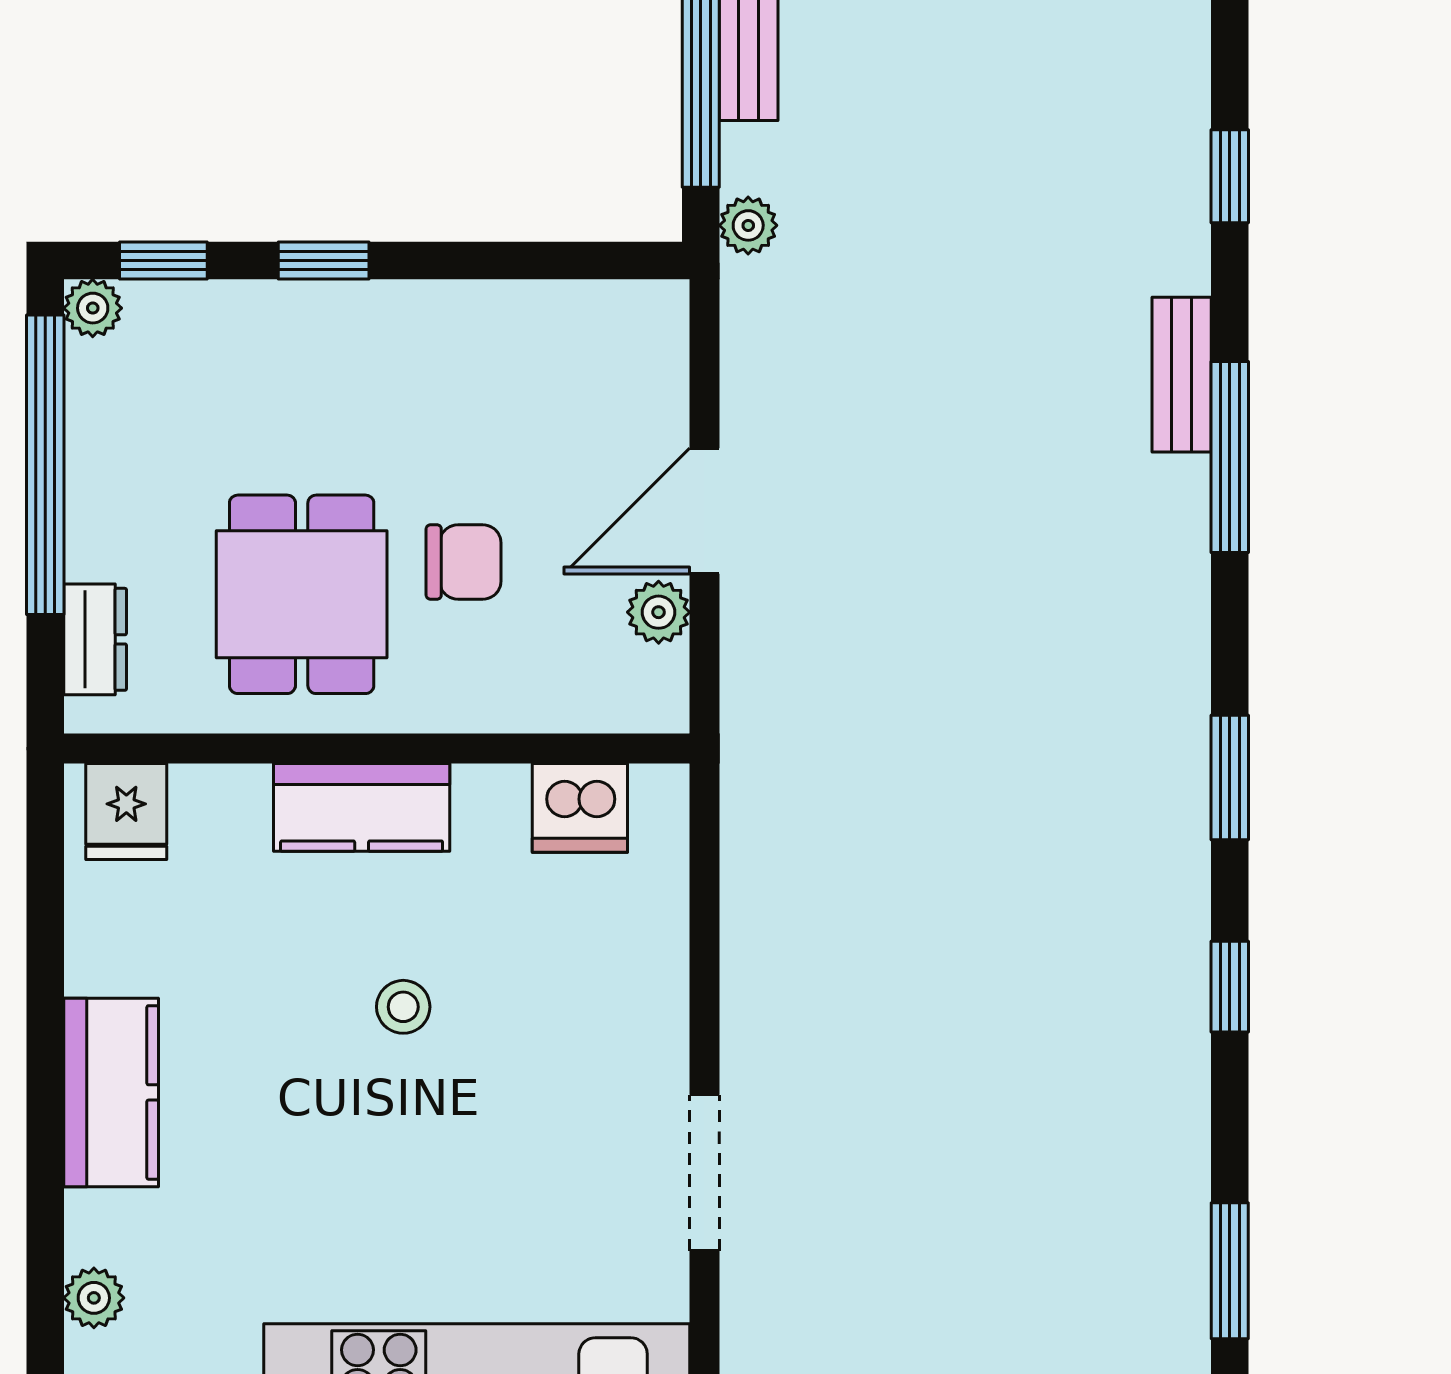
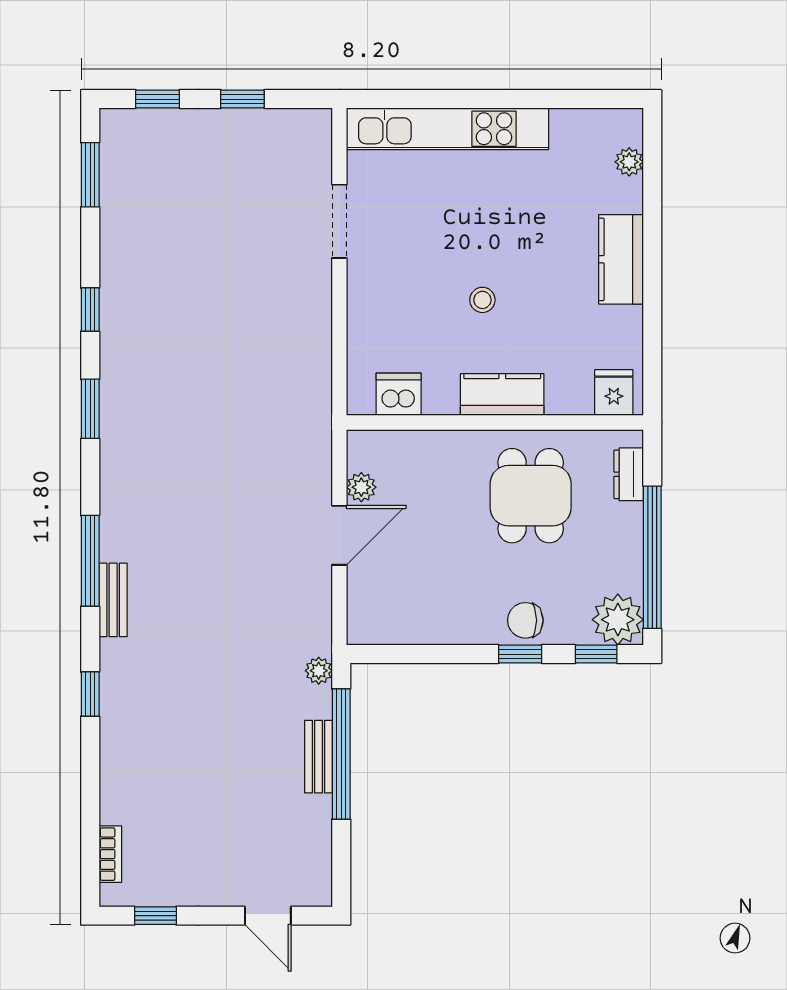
plant: (93, 308) -> (618, 620), width x1.88, depth x1.88
chair: (464, 562) -> (525, 620), moved

